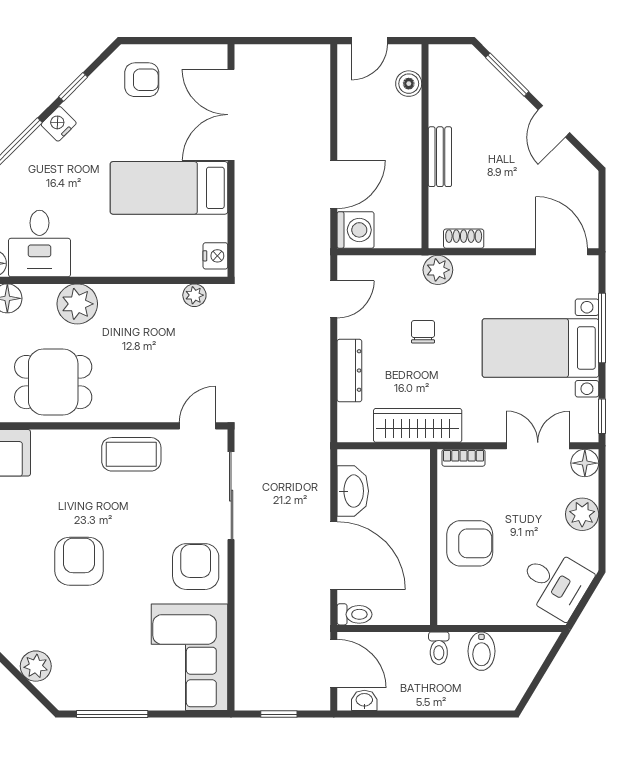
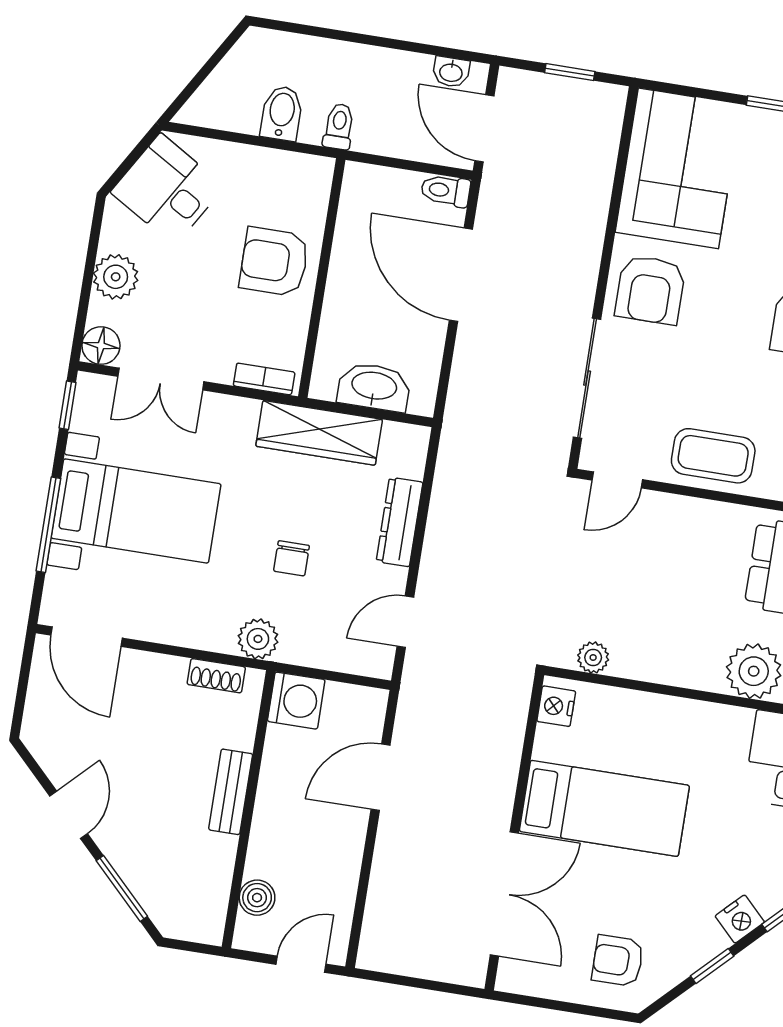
washing machine: (356, 230) -> (296, 701), moved, turned 180
washbasin: (353, 491) -> (374, 387), moved, turned 90

